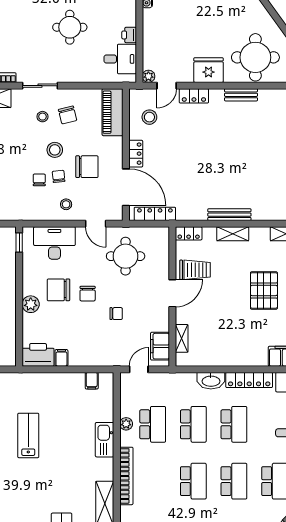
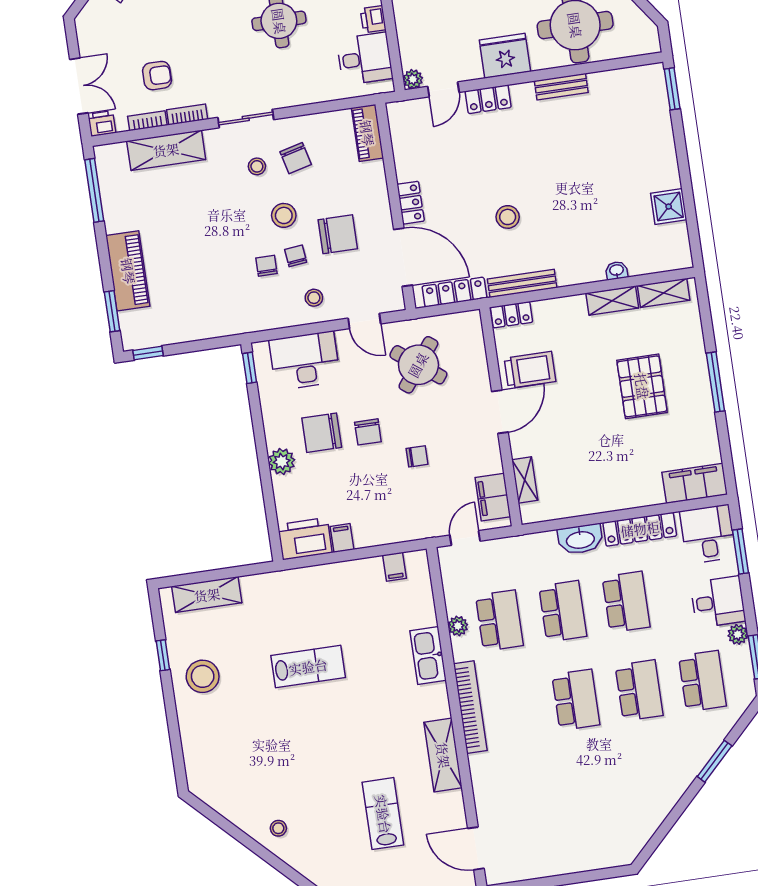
piano: (112, 112) -> (367, 133), width x0.73, depth x0.75
stool: (149, 117) -> (508, 217), moved
bench: (229, 215) -> (522, 283), moved
washbasin: (259, 215) -> (617, 270), added
shelving: (233, 234) -> (612, 301), moved
round table: (126, 256) -> (418, 365), turned 37
lab bench: (28, 435) -> (308, 667), turned 90

